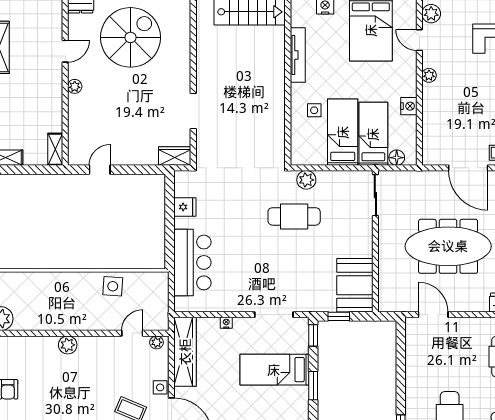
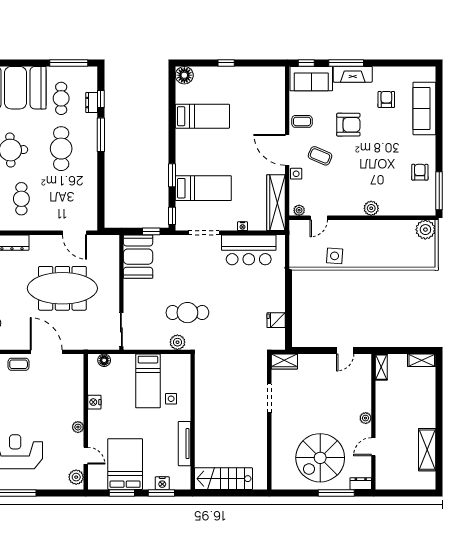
bed: (373, 134) -> (123, 380), removed
bar counter: (192, 262) -> (249, 250), moved, turned -90

